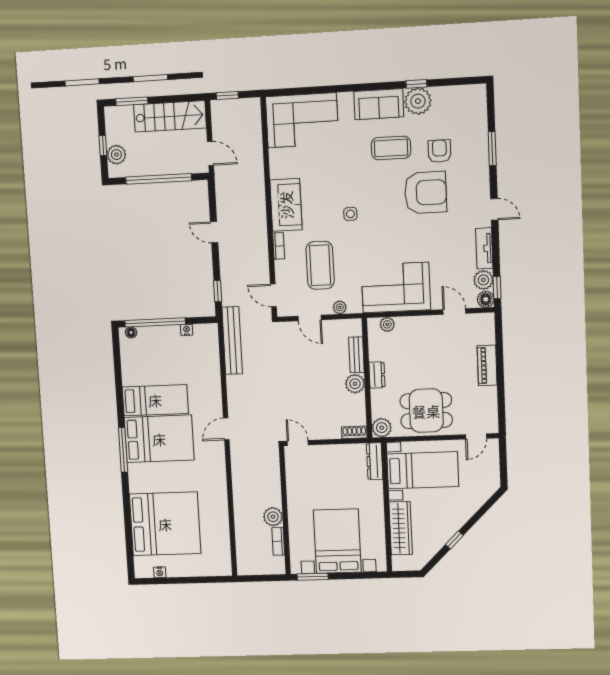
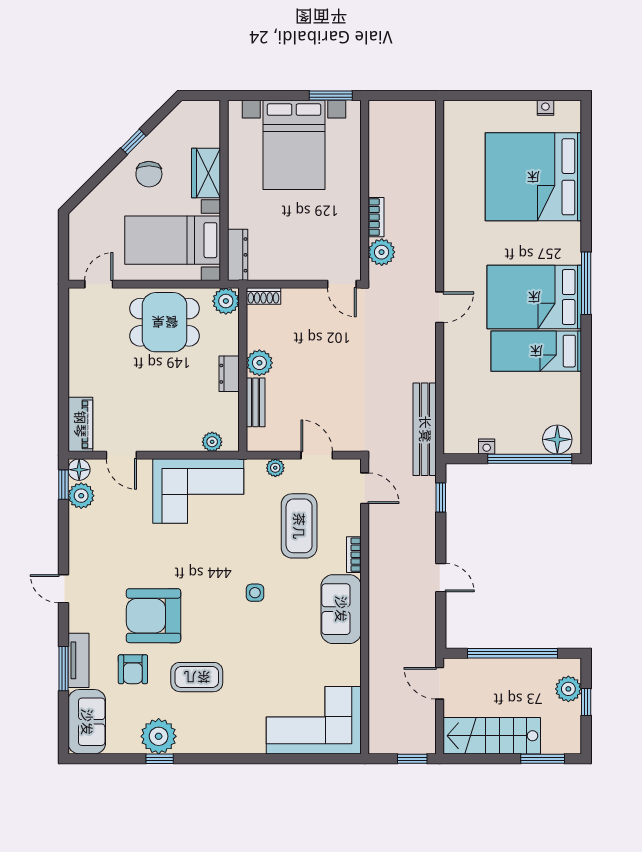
sofa: (379, 104) -> (87, 722), moved, turned 90
tv unit: (484, 248) -> (79, 660), moved
floor lamp: (131, 332) -> (557, 439), width x1.89, depth x1.89
piano: (487, 365) -> (80, 424), moved
plant: (273, 517) -> (382, 252), moved
chair: (442, 517) -> (149, 174), added
wardrobe: (401, 528) -> (206, 173), width x0.67
bookcase: (278, 541) -> (376, 217), moved

